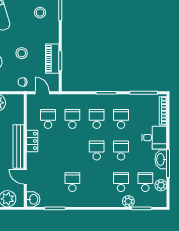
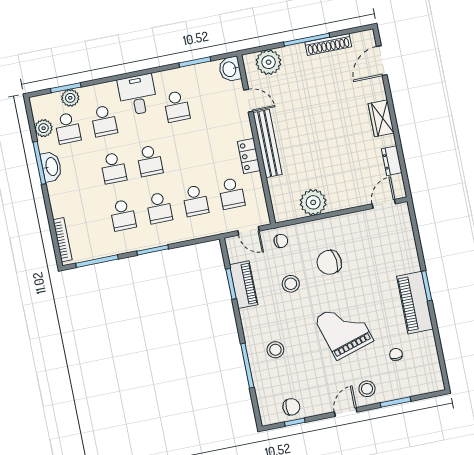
desk: (154, 138) -> (138, 95), moved, turned 90
plant: (128, 201) -> (70, 98), moved

